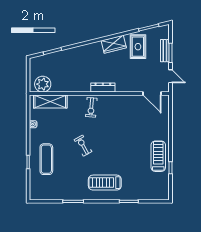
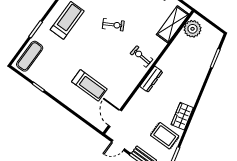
door: (152, 93) -> (115, 118), hinge flipped
treadmill: (158, 156) -> (89, 85), moved
exercise mat: (152, 191) -> (30, 56), added

